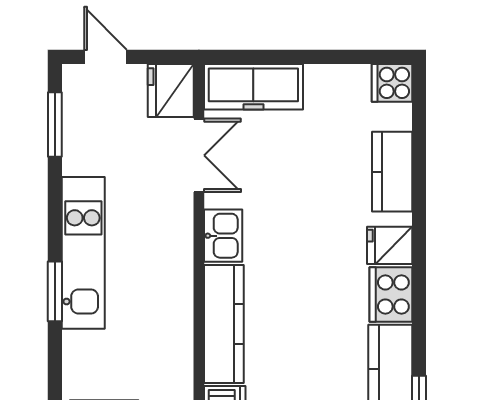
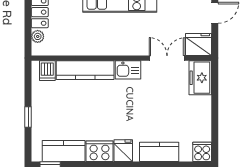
freezer: (253, 87) -> (200, 78), width x0.71
double door: (199, 155) -> (167, 58), swing flipped

